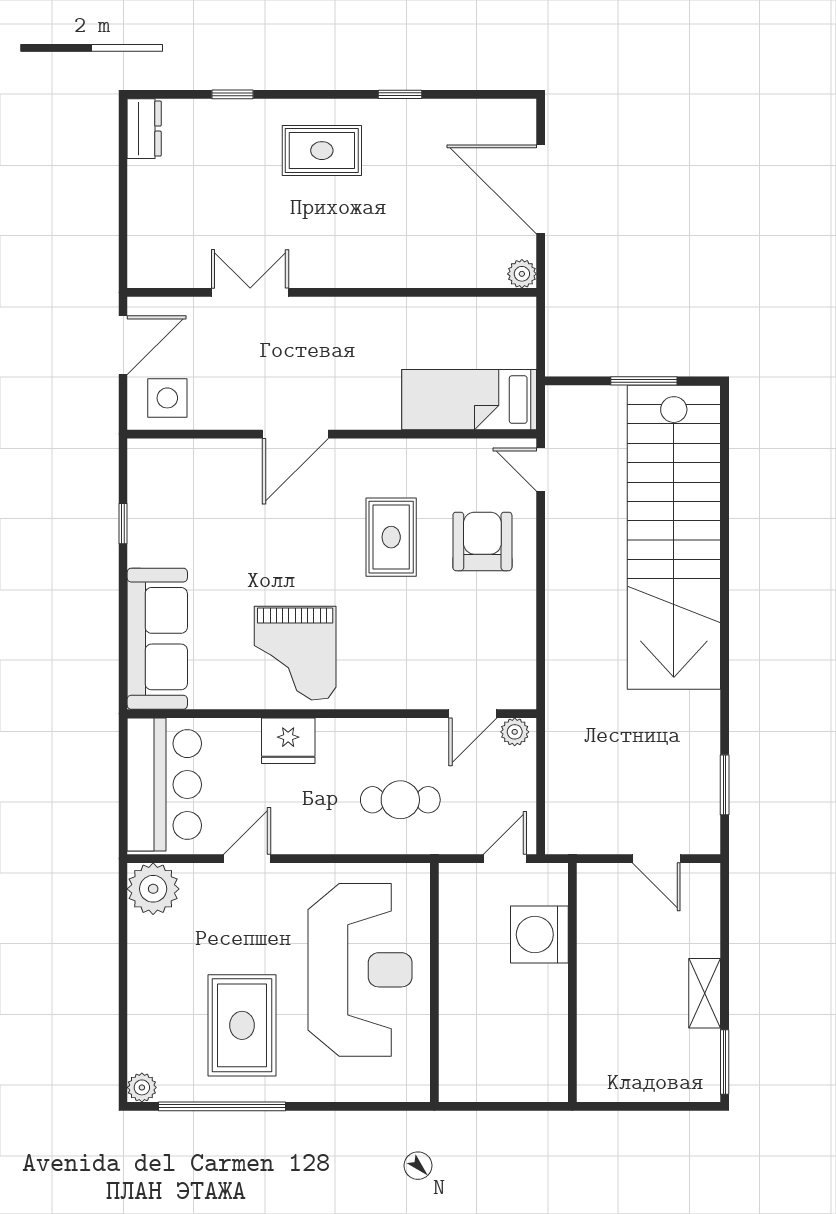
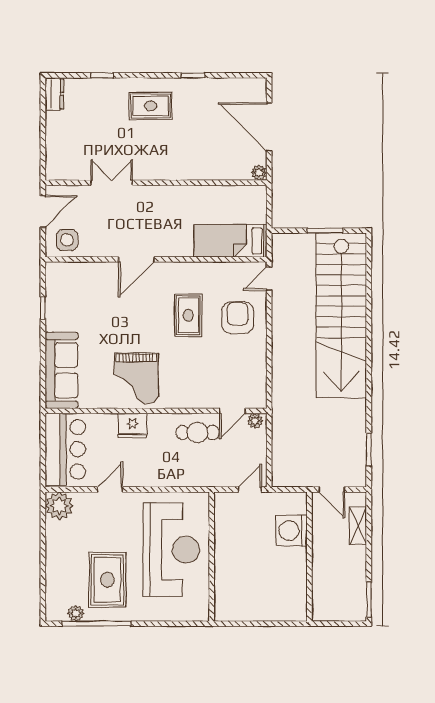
door: (541, 469) -> (269, 279), hinge flipped
cafe table: (400, 800) -> (197, 432), moved
washing machine: (539, 935) -> (292, 531), moved
wall: (572, 982) -> (309, 557), moved
shelving: (705, 993) -> (358, 526), moved
plant: (142, 1087) -> (76, 613), moved

